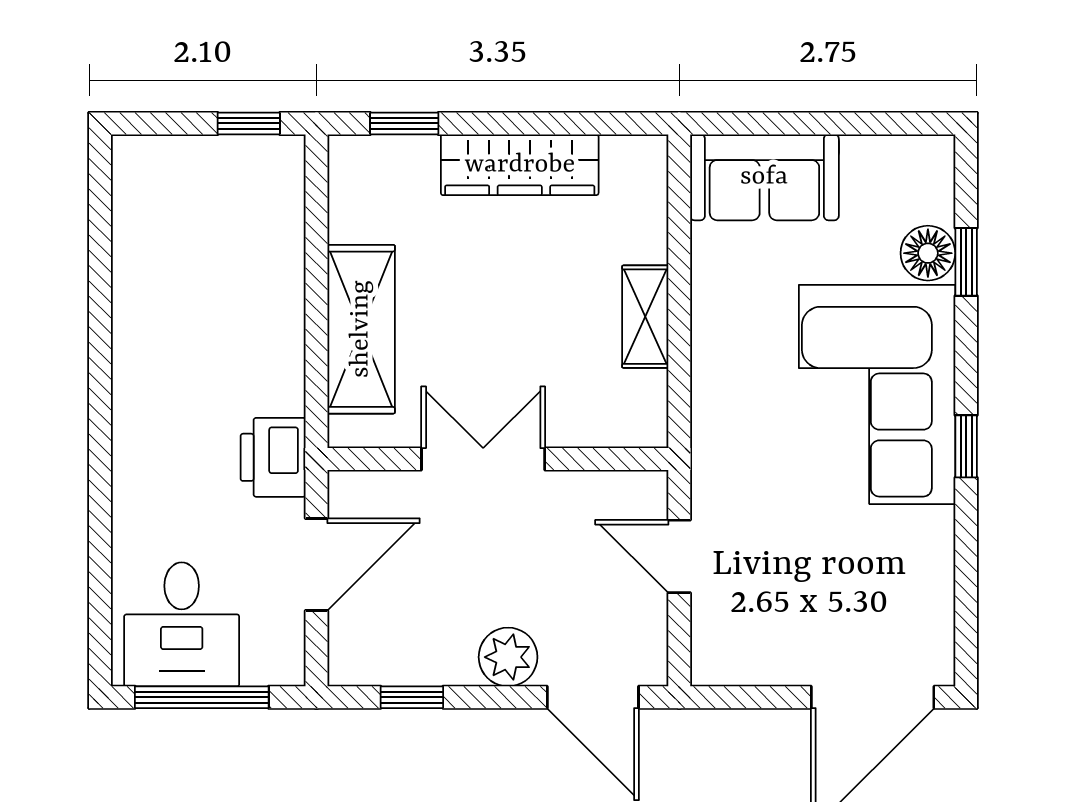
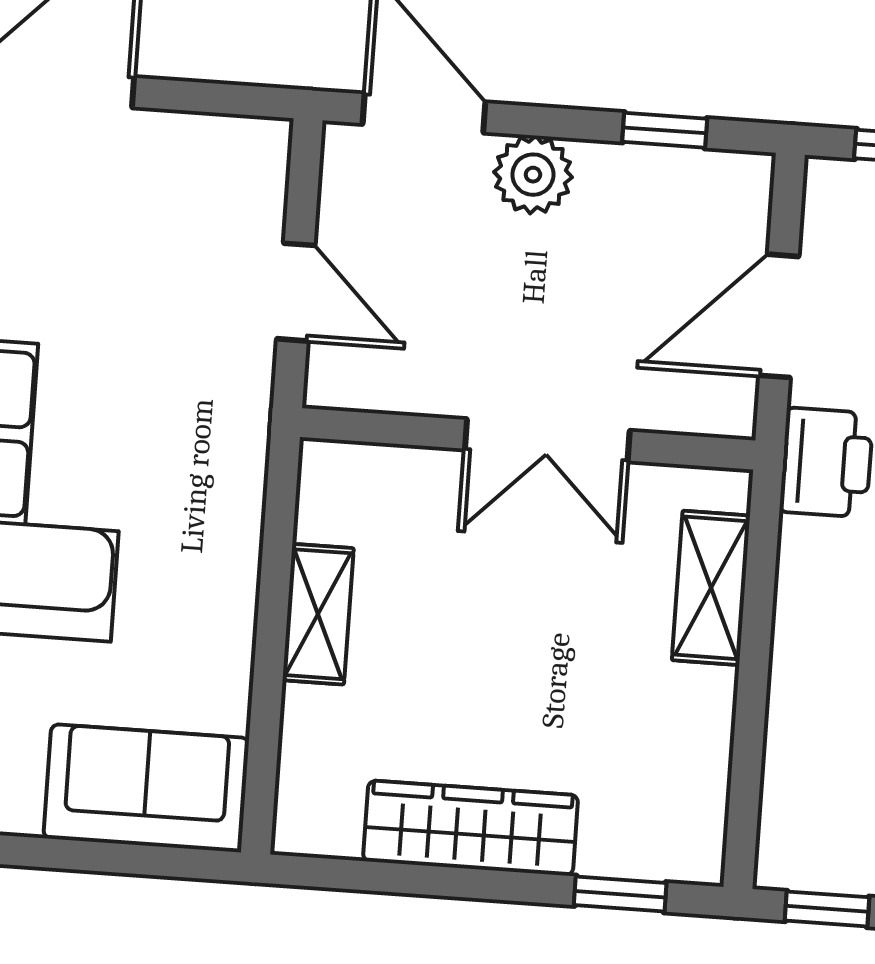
shelving: (361, 329) -> (711, 588), width x0.67, depth x0.75

